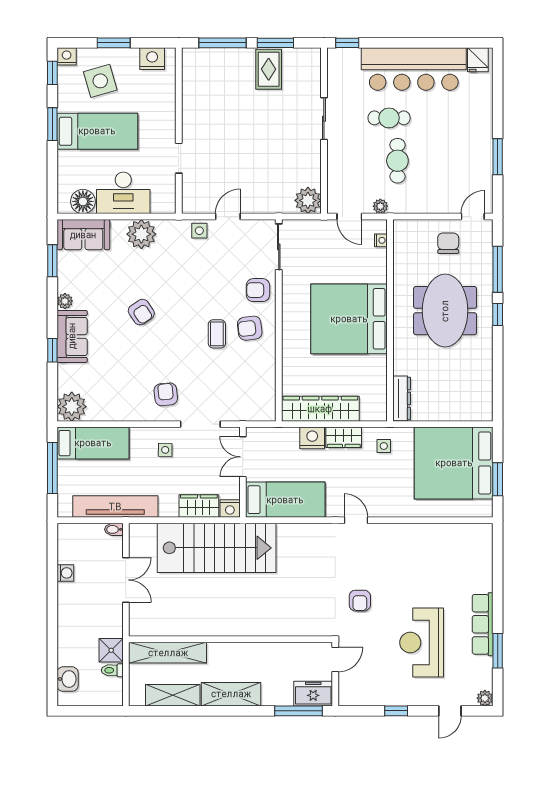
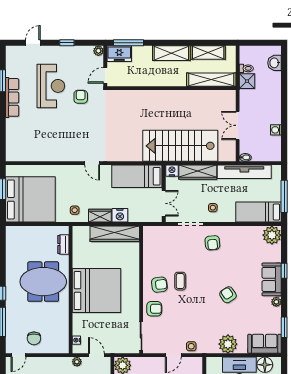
meeting table: (445, 311) -> (43, 282), moved, turned 90
dresser: (402, 398) -> (63, 245), width x0.70
wardrobe: (199, 506) -> (198, 172), width x1.50
armchair: (360, 601) -> (81, 97), moved
plant: (485, 698) -> (98, 51), moved

